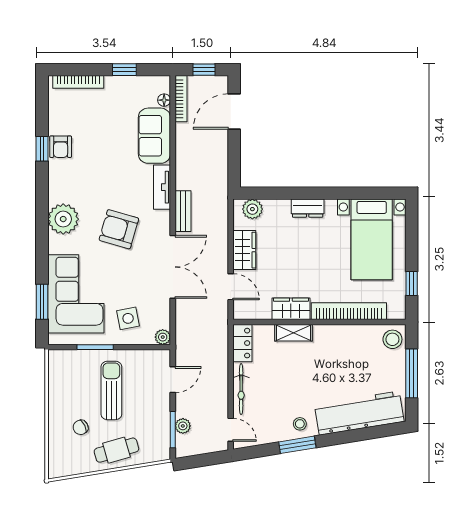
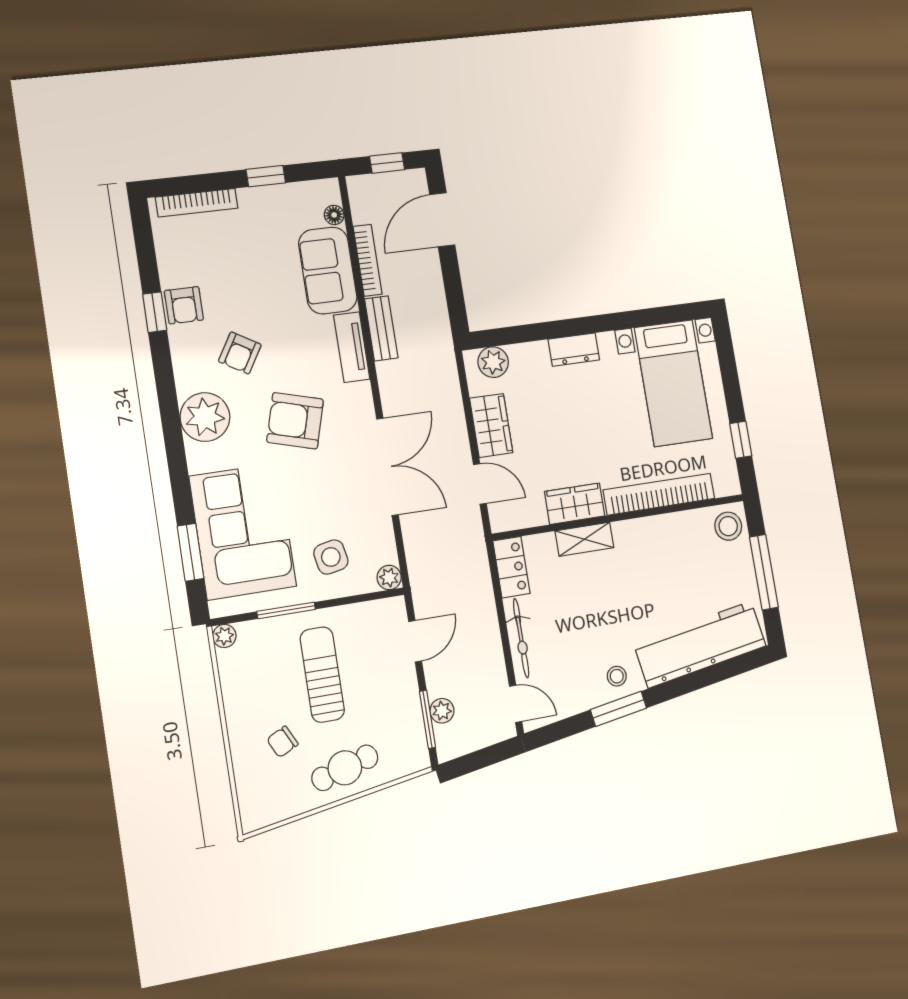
bookcase: (181, 99) -> (368, 260), moved
armchair: (91, 181) -> (240, 353), added
bench: (183, 211) -> (381, 328), moved
plant: (55, 357) -> (224, 636), added

